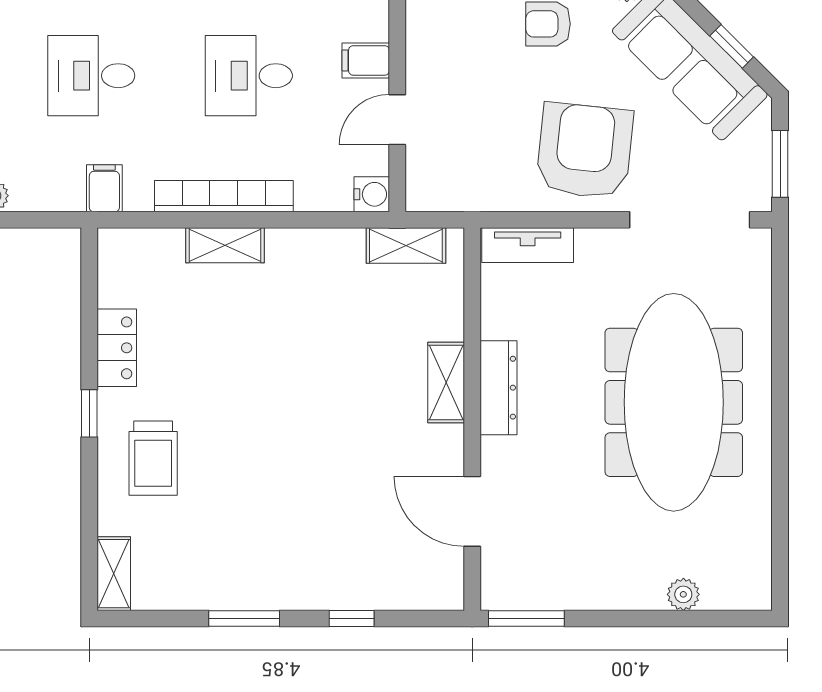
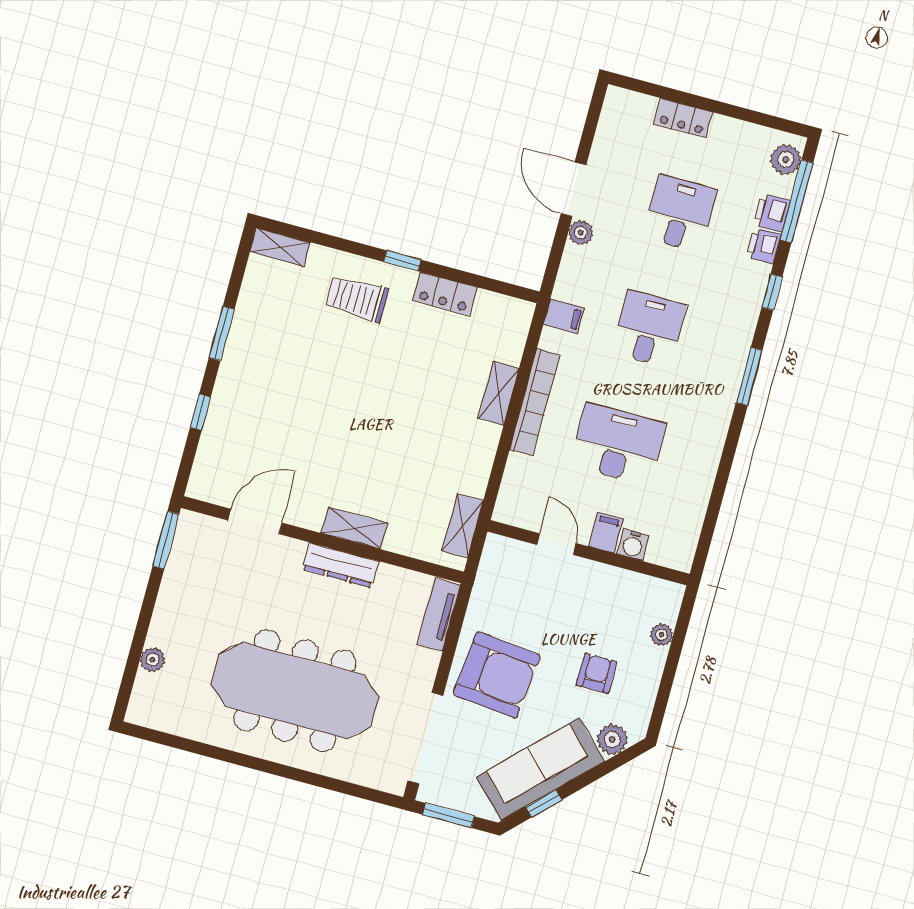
desk: (249, 76) -> (618, 444), width x1.37
water cooler: (372, 194) -> (633, 545), moved

